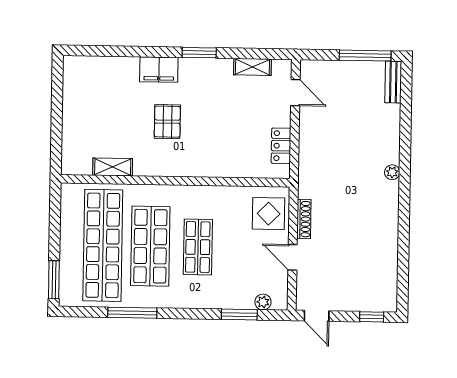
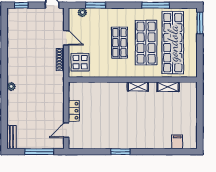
window: (365, 56) -> (39, 152), moved
shelving: (252, 67) -> (138, 86), moved
filing cabinet: (159, 70) -> (177, 142), moved, width x0.50
door: (295, 93) -> (66, 130), hinge flipped
pallet: (167, 122) -> (138, 113), removed
locker: (281, 146) -> (74, 111), moved

